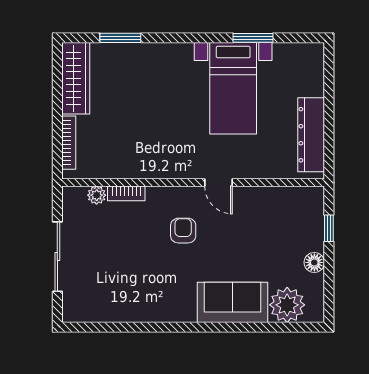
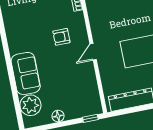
window: (329, 228) -> (90, 118), moved
armchair: (183, 231) -> (61, 37), turned 180

